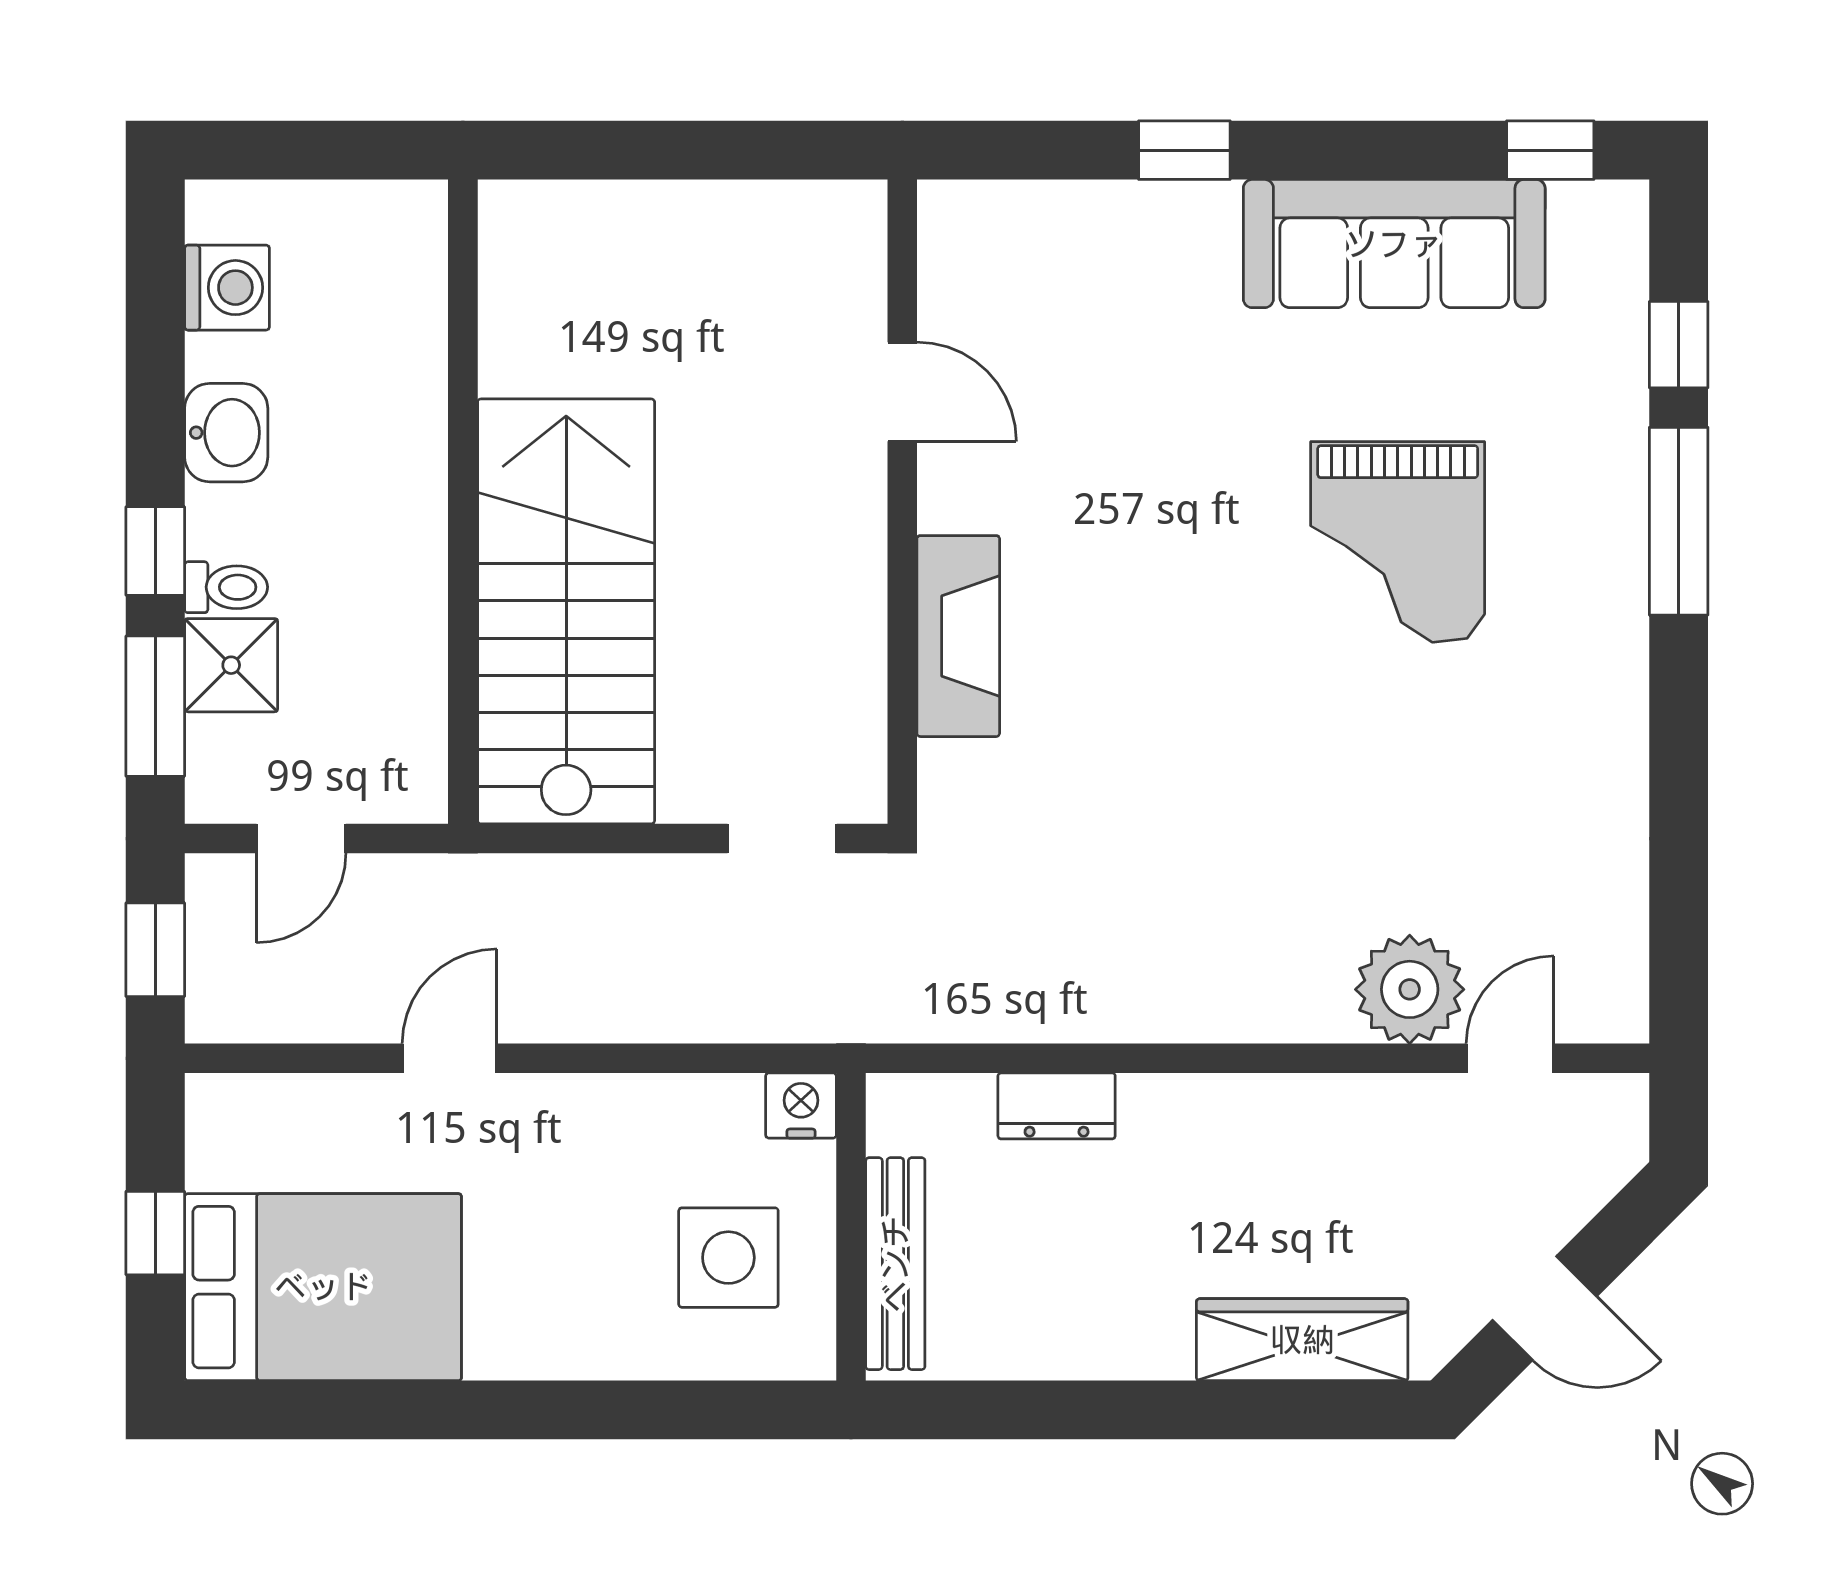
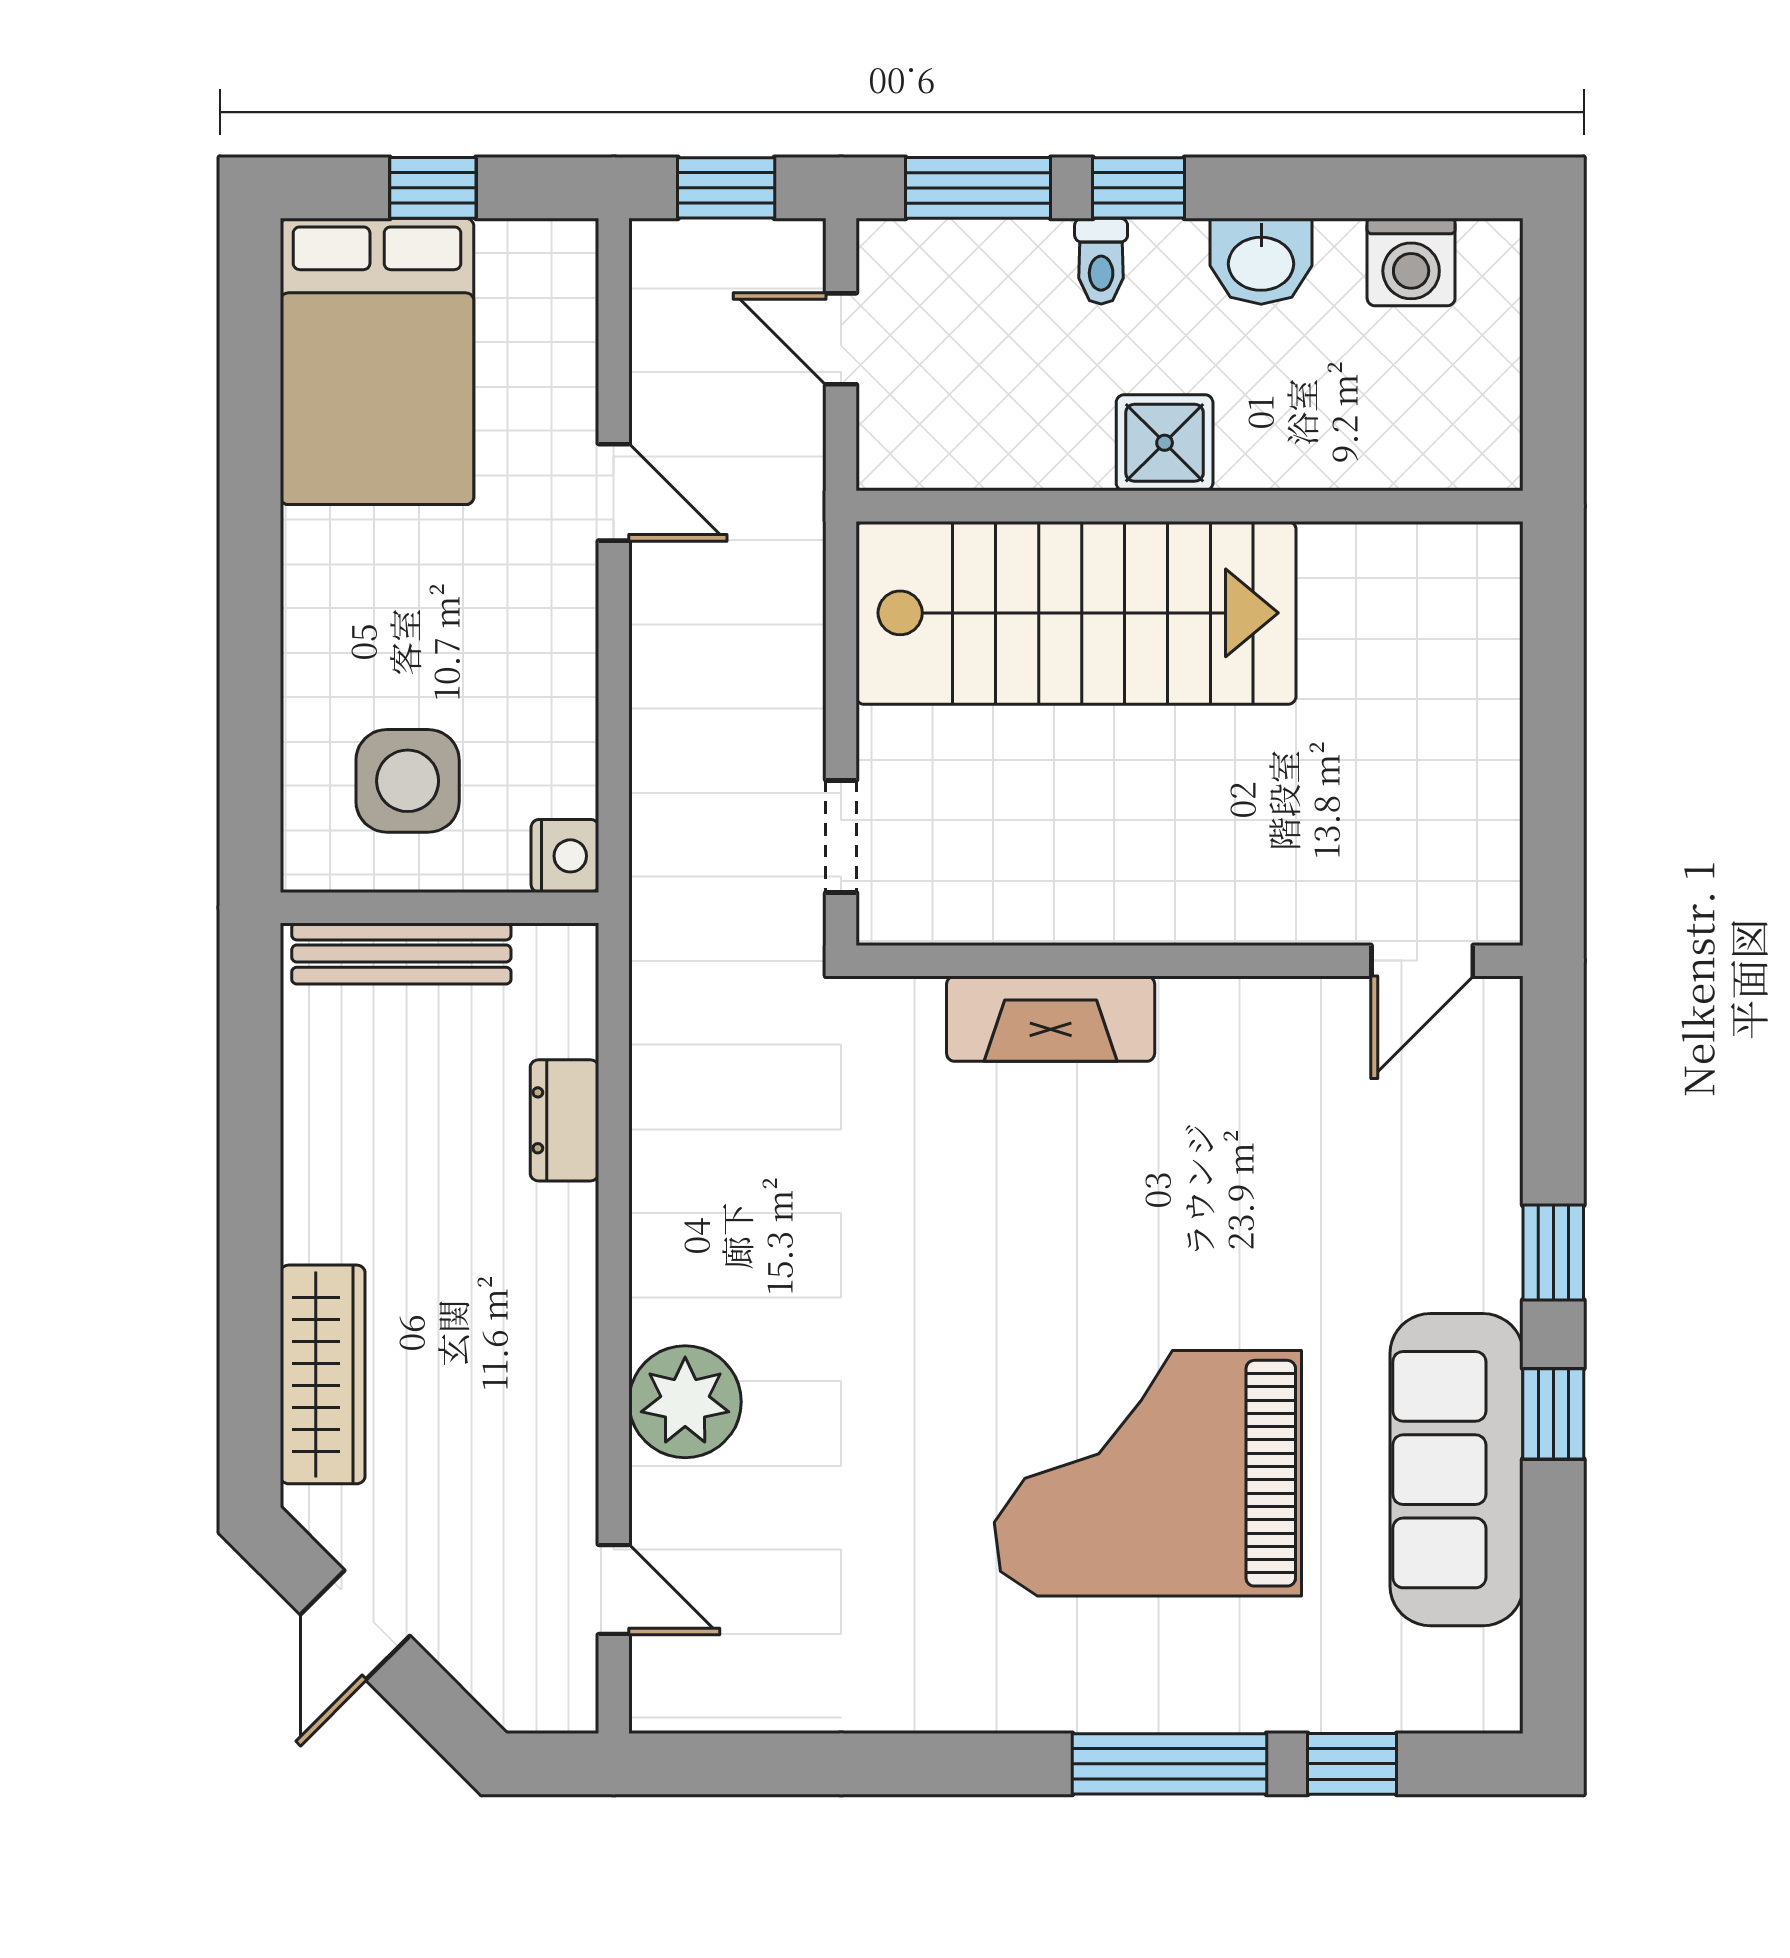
window: (1550, 150) -> (1553, 1414), moved
door: (902, 392) -> (1422, 961), moved
grand piano: (1398, 542) -> (1148, 1473), width x1.37, depth x1.48
shower: (231, 665) -> (1165, 443), moved
plant: (1410, 989) -> (685, 1402), moved

